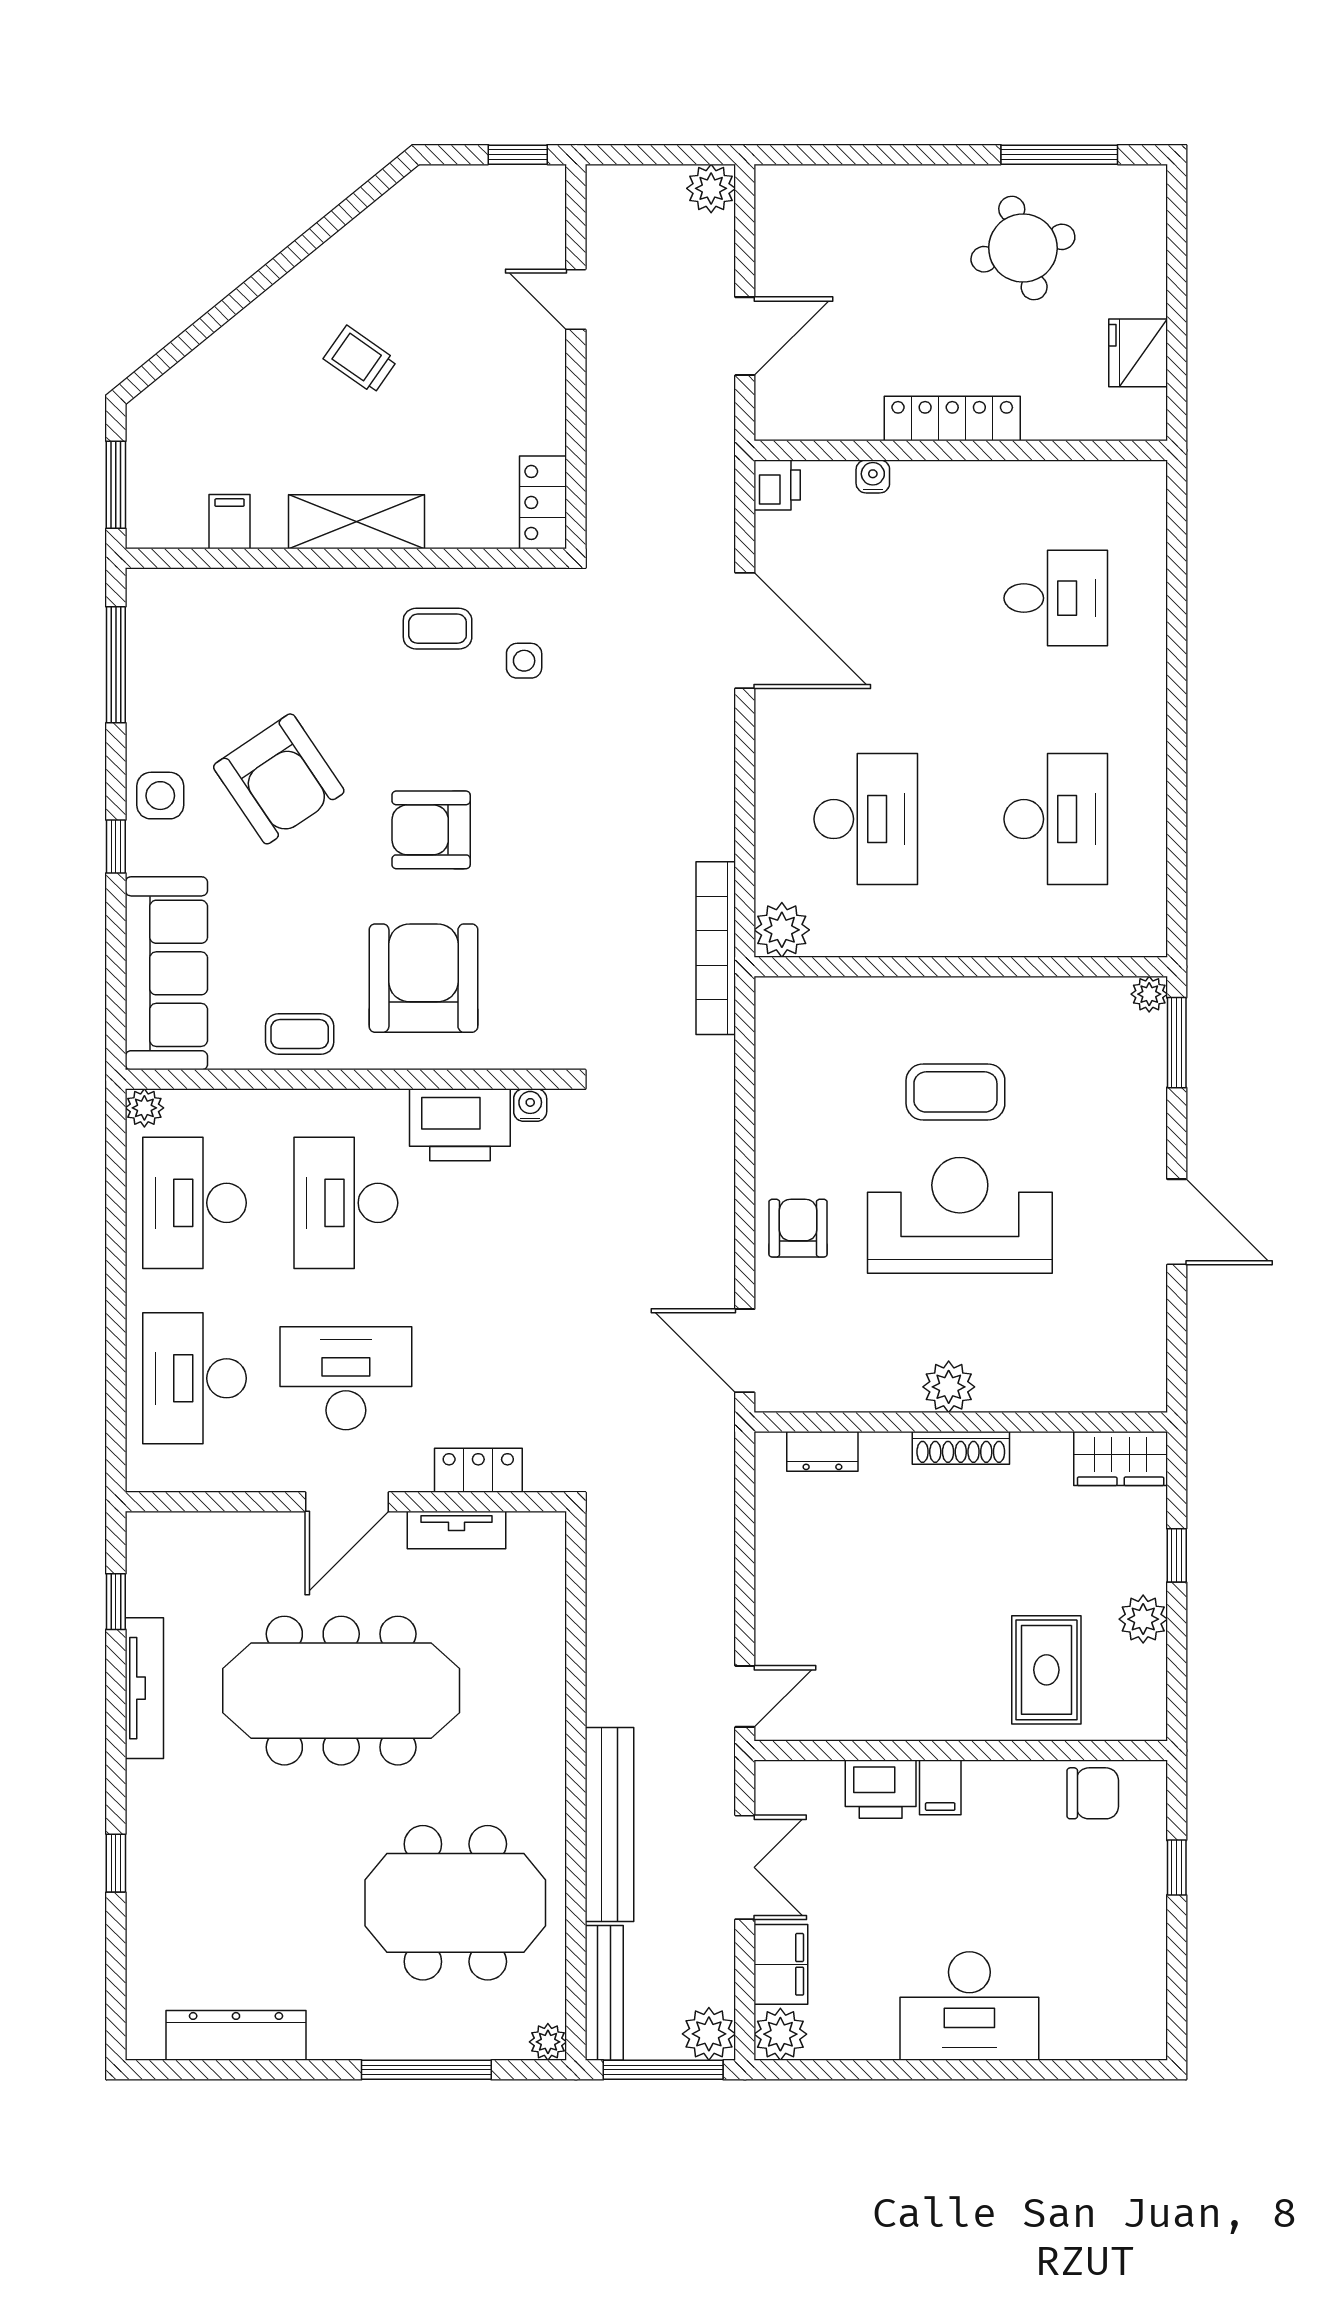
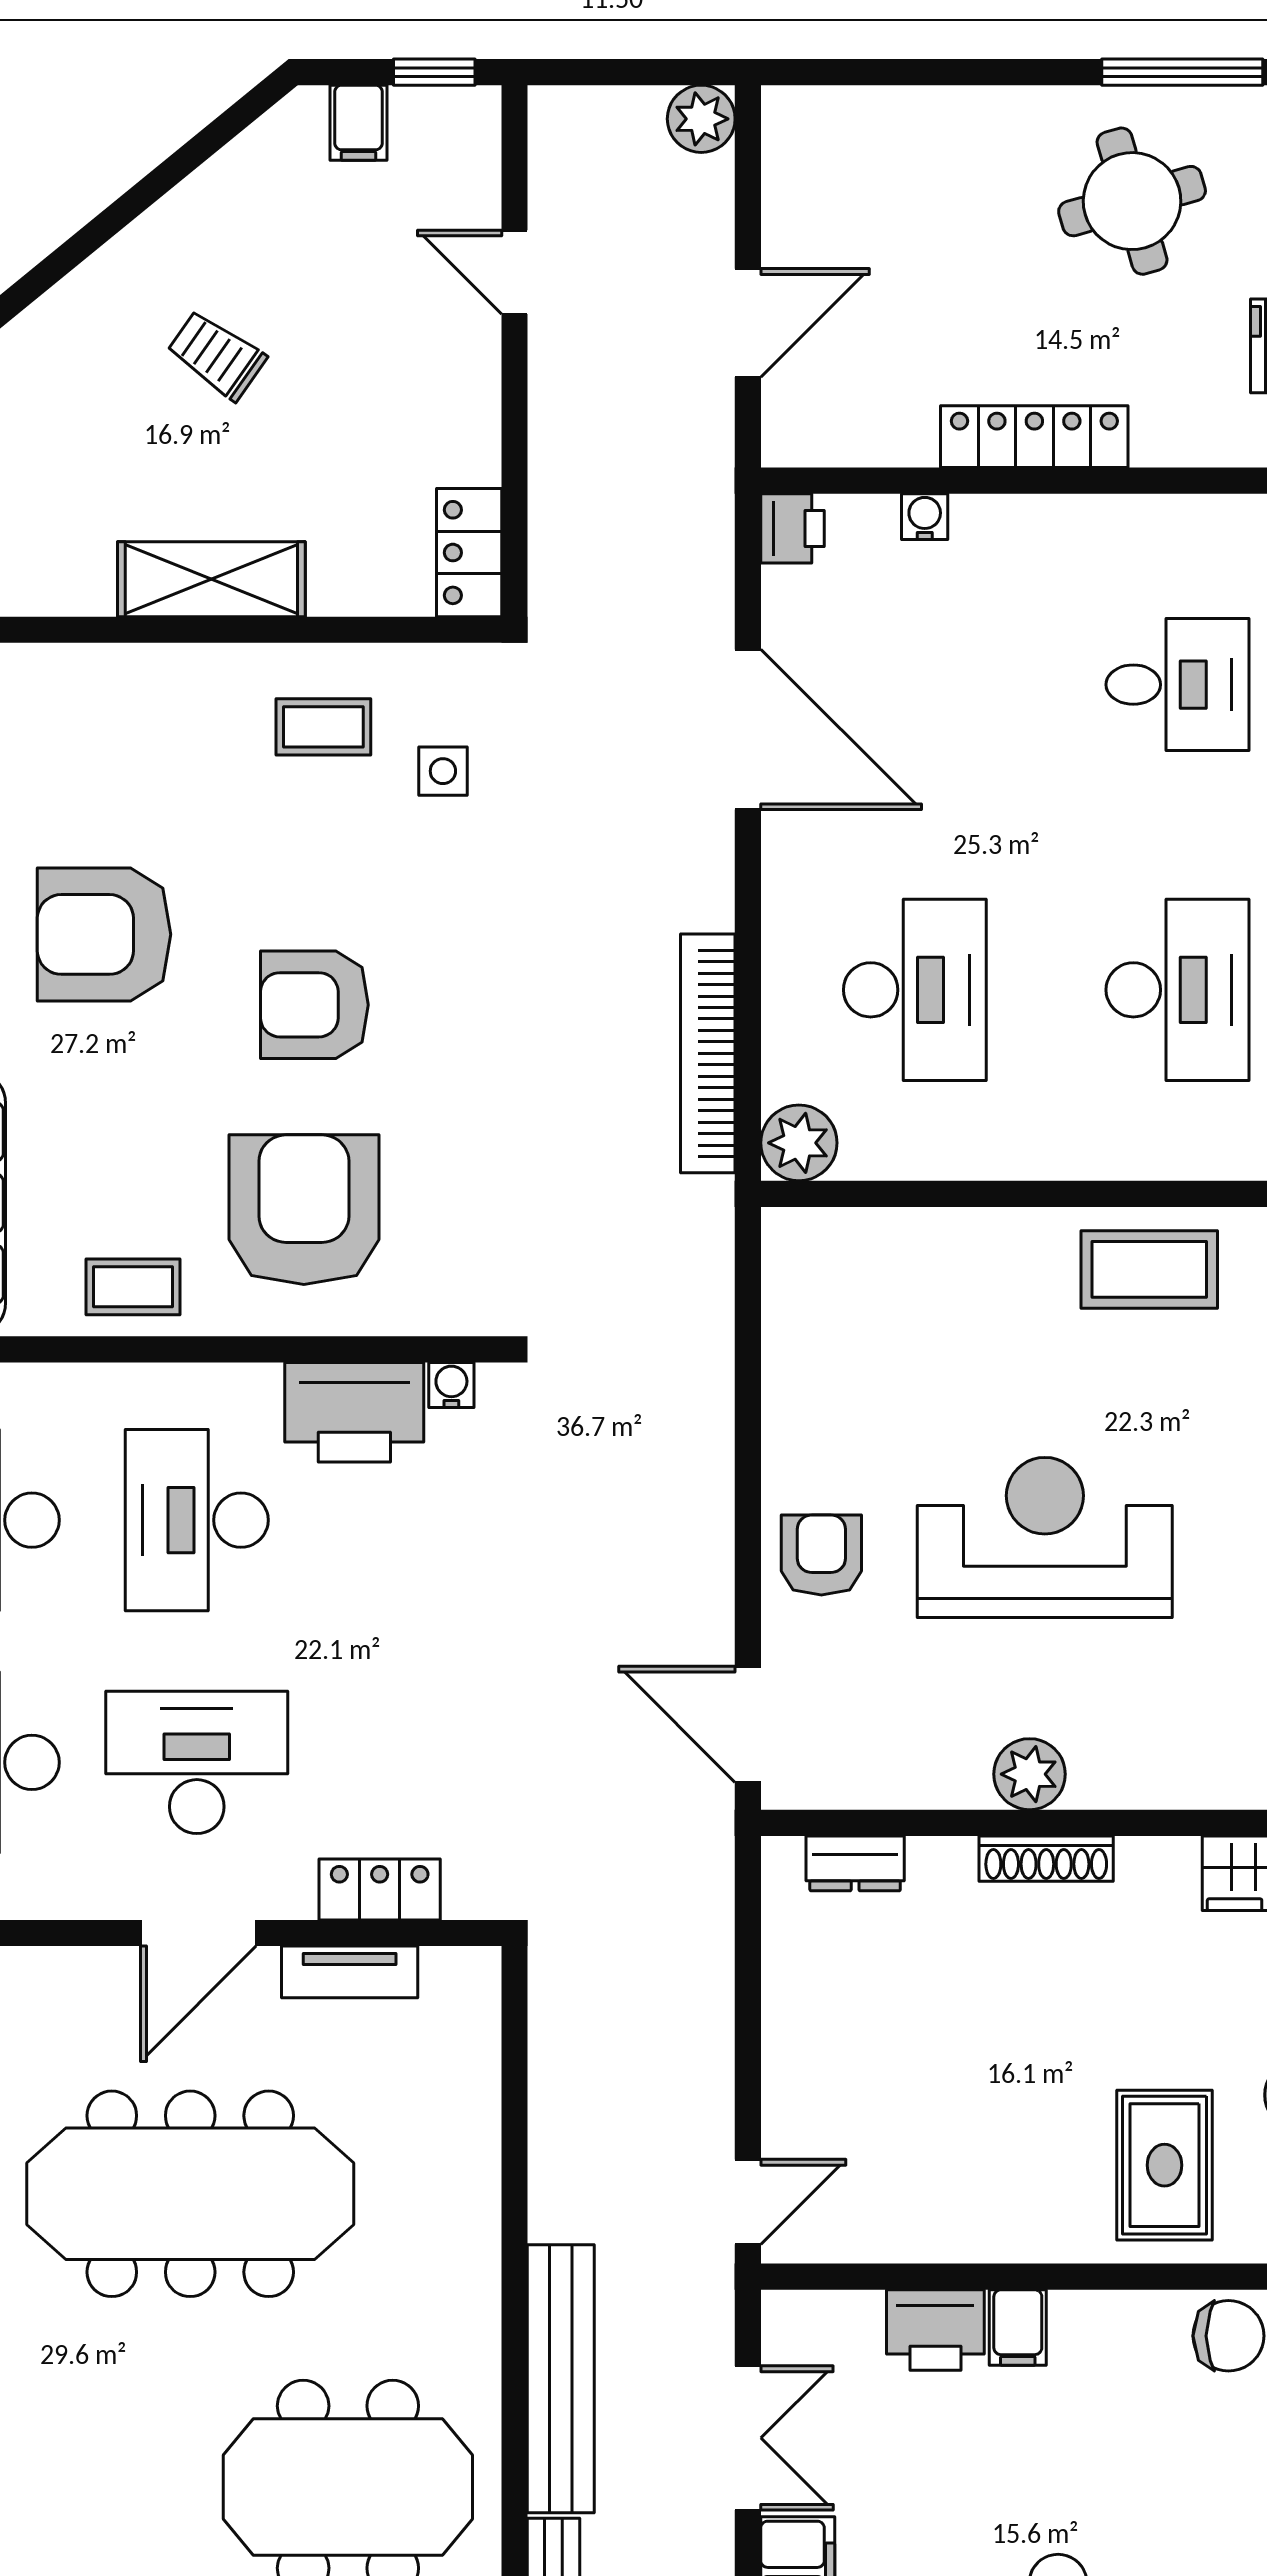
filing cabinet: (230, 522) -> (358, 123), moved, turned 180
armchair: (279, 779) -> (104, 934), turned 124
bookcase: (716, 948) -> (708, 1053), moved
coffee table: (955, 1092) -> (1149, 1269), moved

